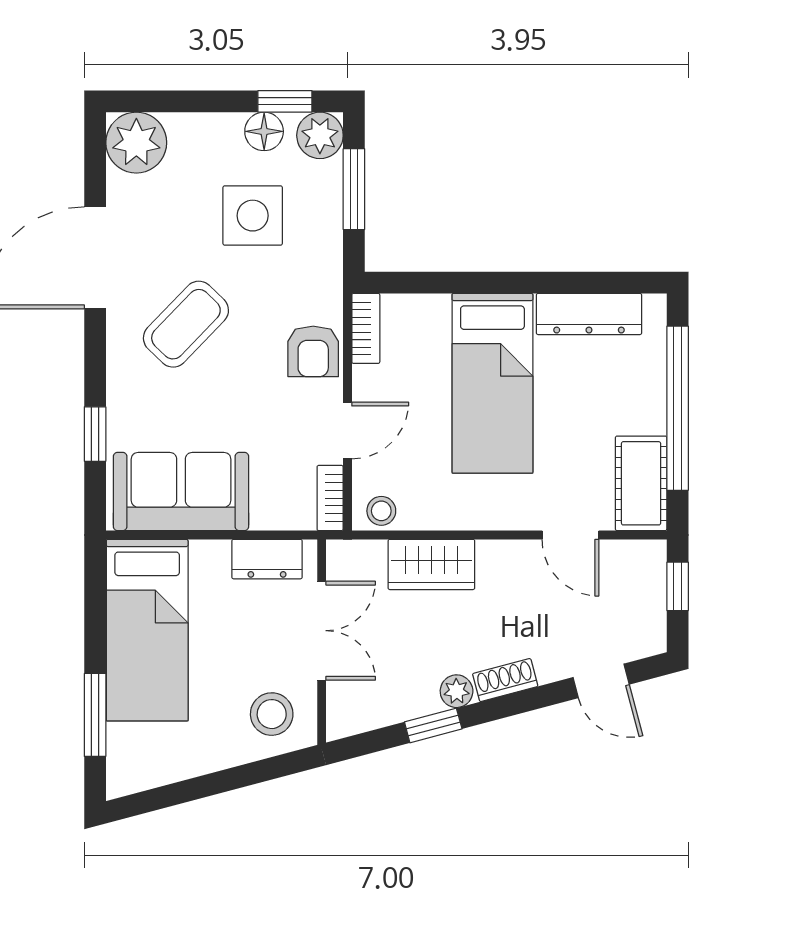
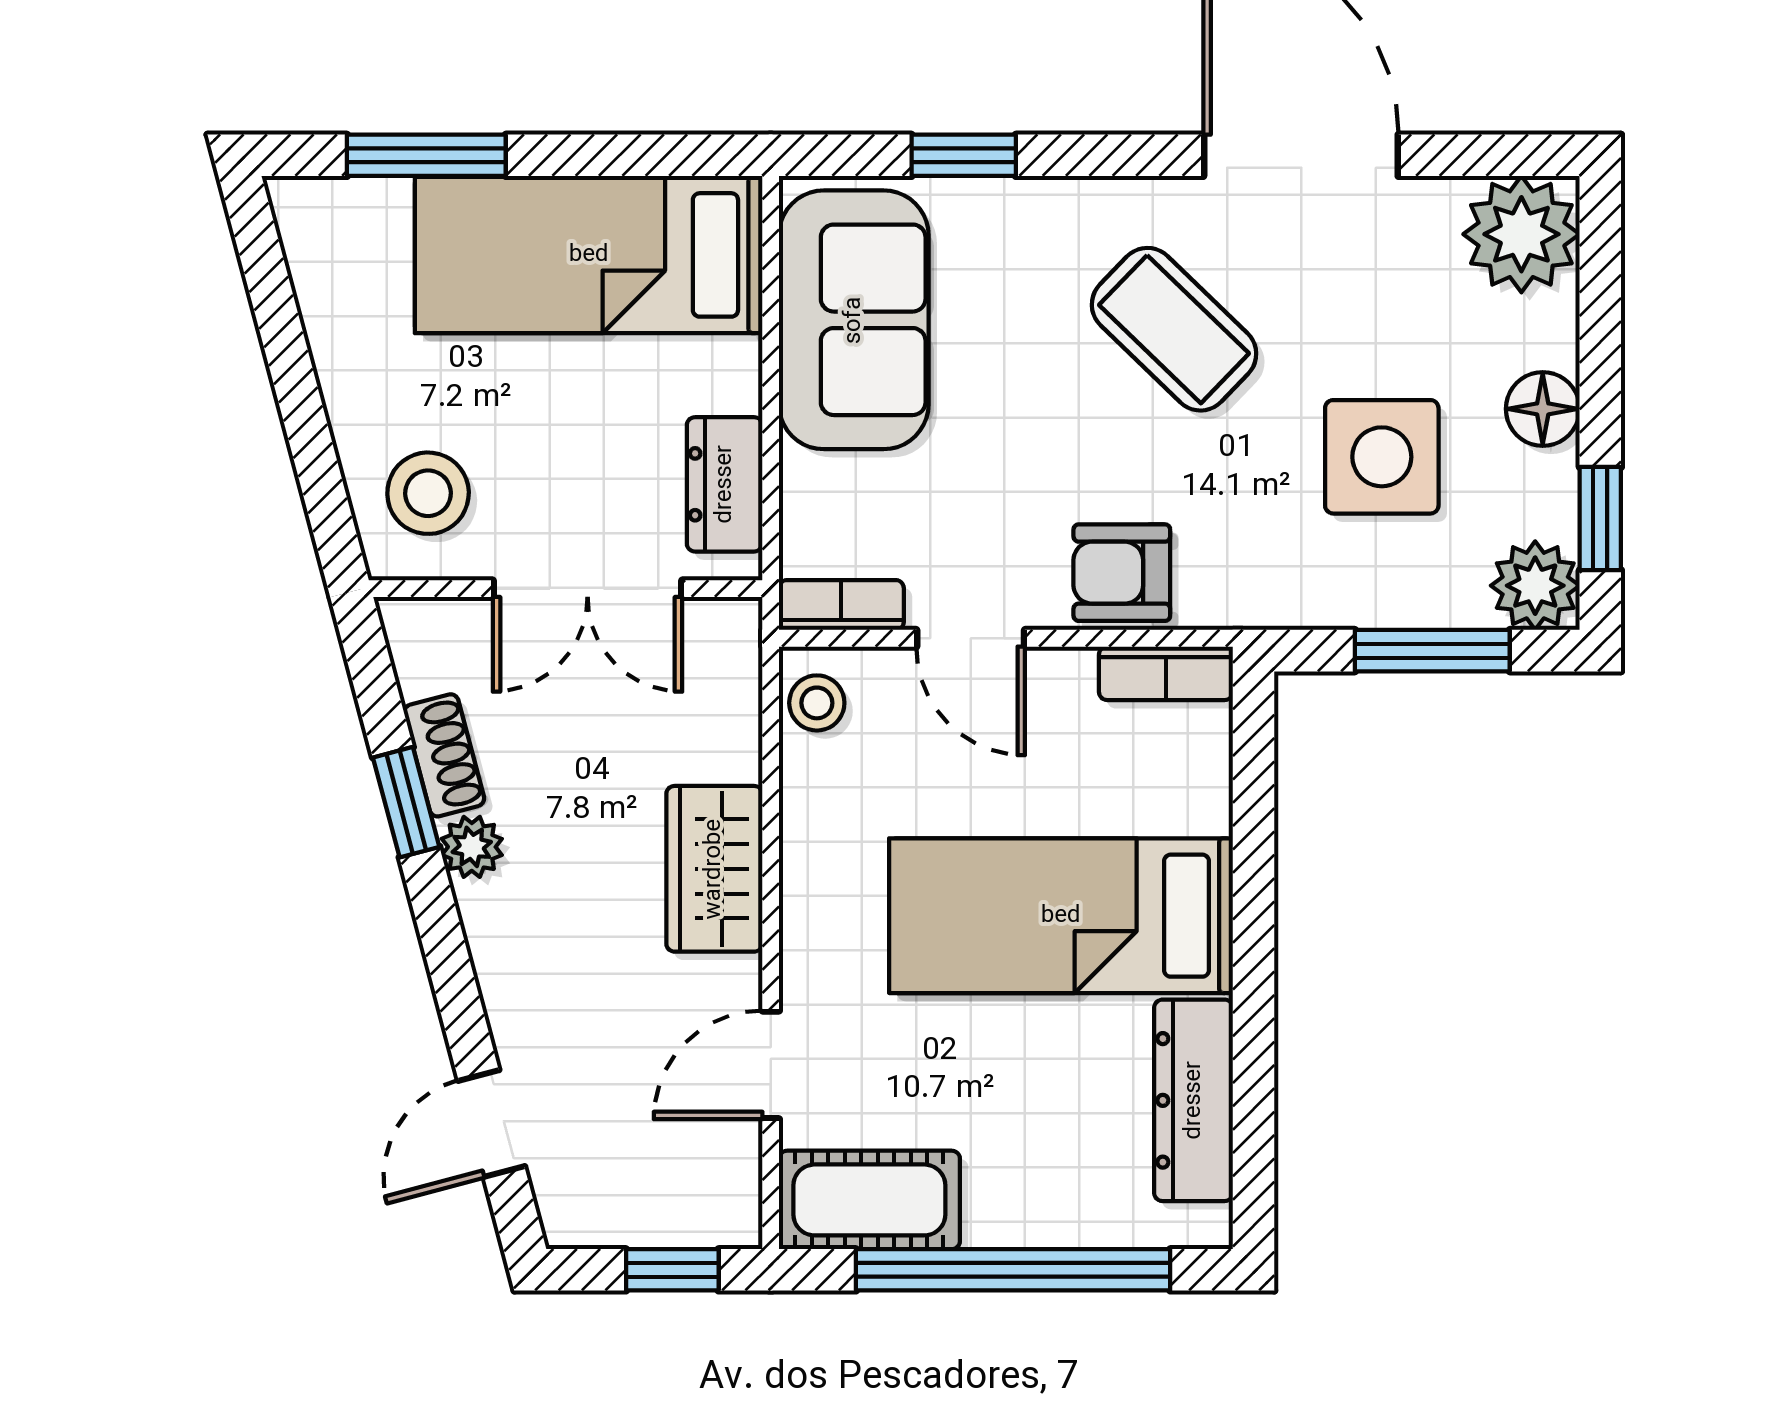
floor lamp: (264, 131) -> (1543, 409), moved
wardrobe: (431, 564) -> (714, 869), moved
shoe rack: (505, 680) -> (444, 755), moved

